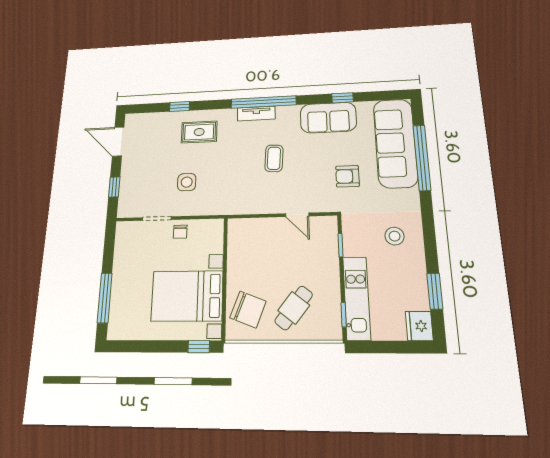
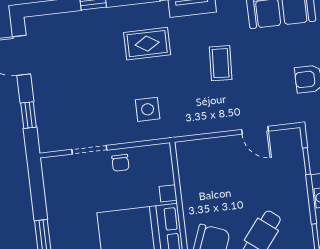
rug: (199, 132) -> (147, 44), moved
side table: (187, 182) -> (148, 109), moved

